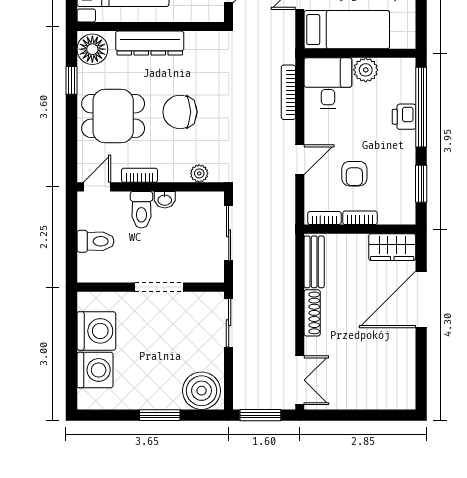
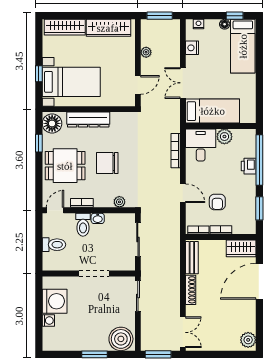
door: (300, 160) -> (183, 193), hinge flipped
washing machine: (95, 370) -> (48, 321), width x0.53, depth x0.53
plant: (403, 392) -> (248, 340), added

